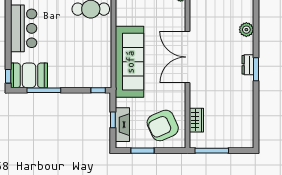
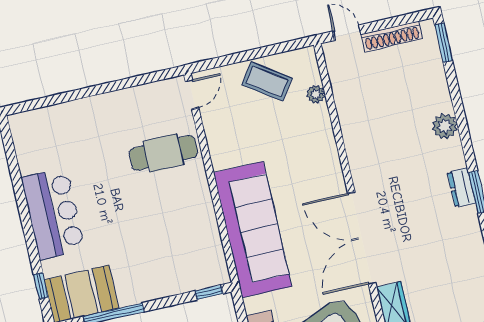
double door: (188, 57) -> (362, 238), moved
window: (8, 76) -> (41, 286), moved

